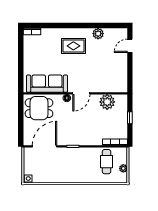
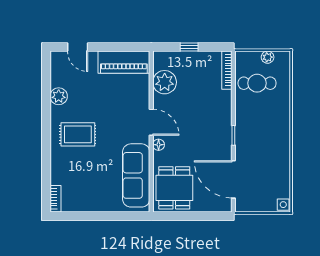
rug: (73, 46) -> (78, 134), turned 90
piano: (120, 76) -> (124, 62), added

